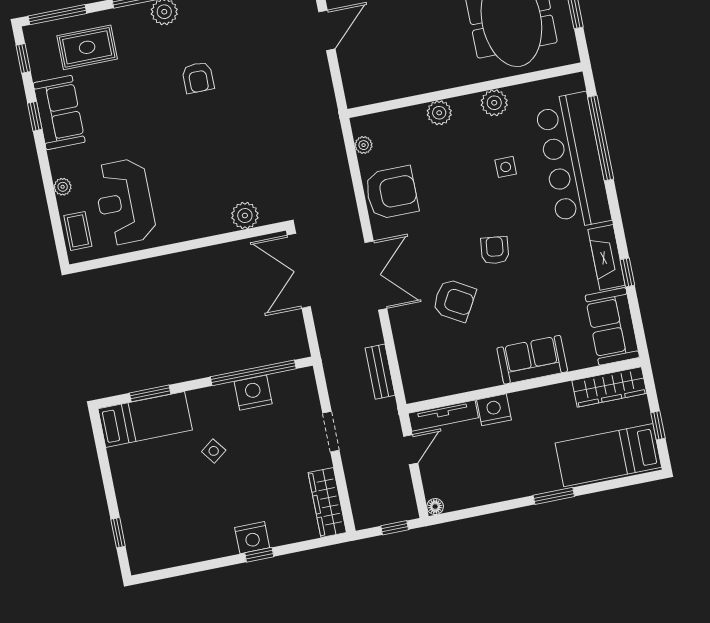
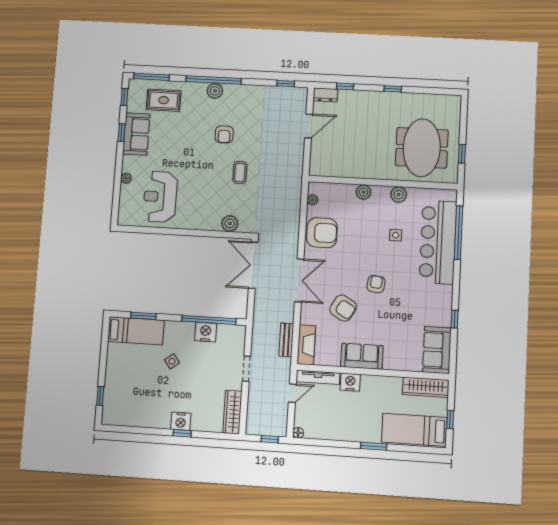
coffee table: (78, 231) -> (240, 172), moved
fireplace: (607, 257) -> (306, 345), moved, turned 180
sofa: (532, 360) -> (362, 356), moved

